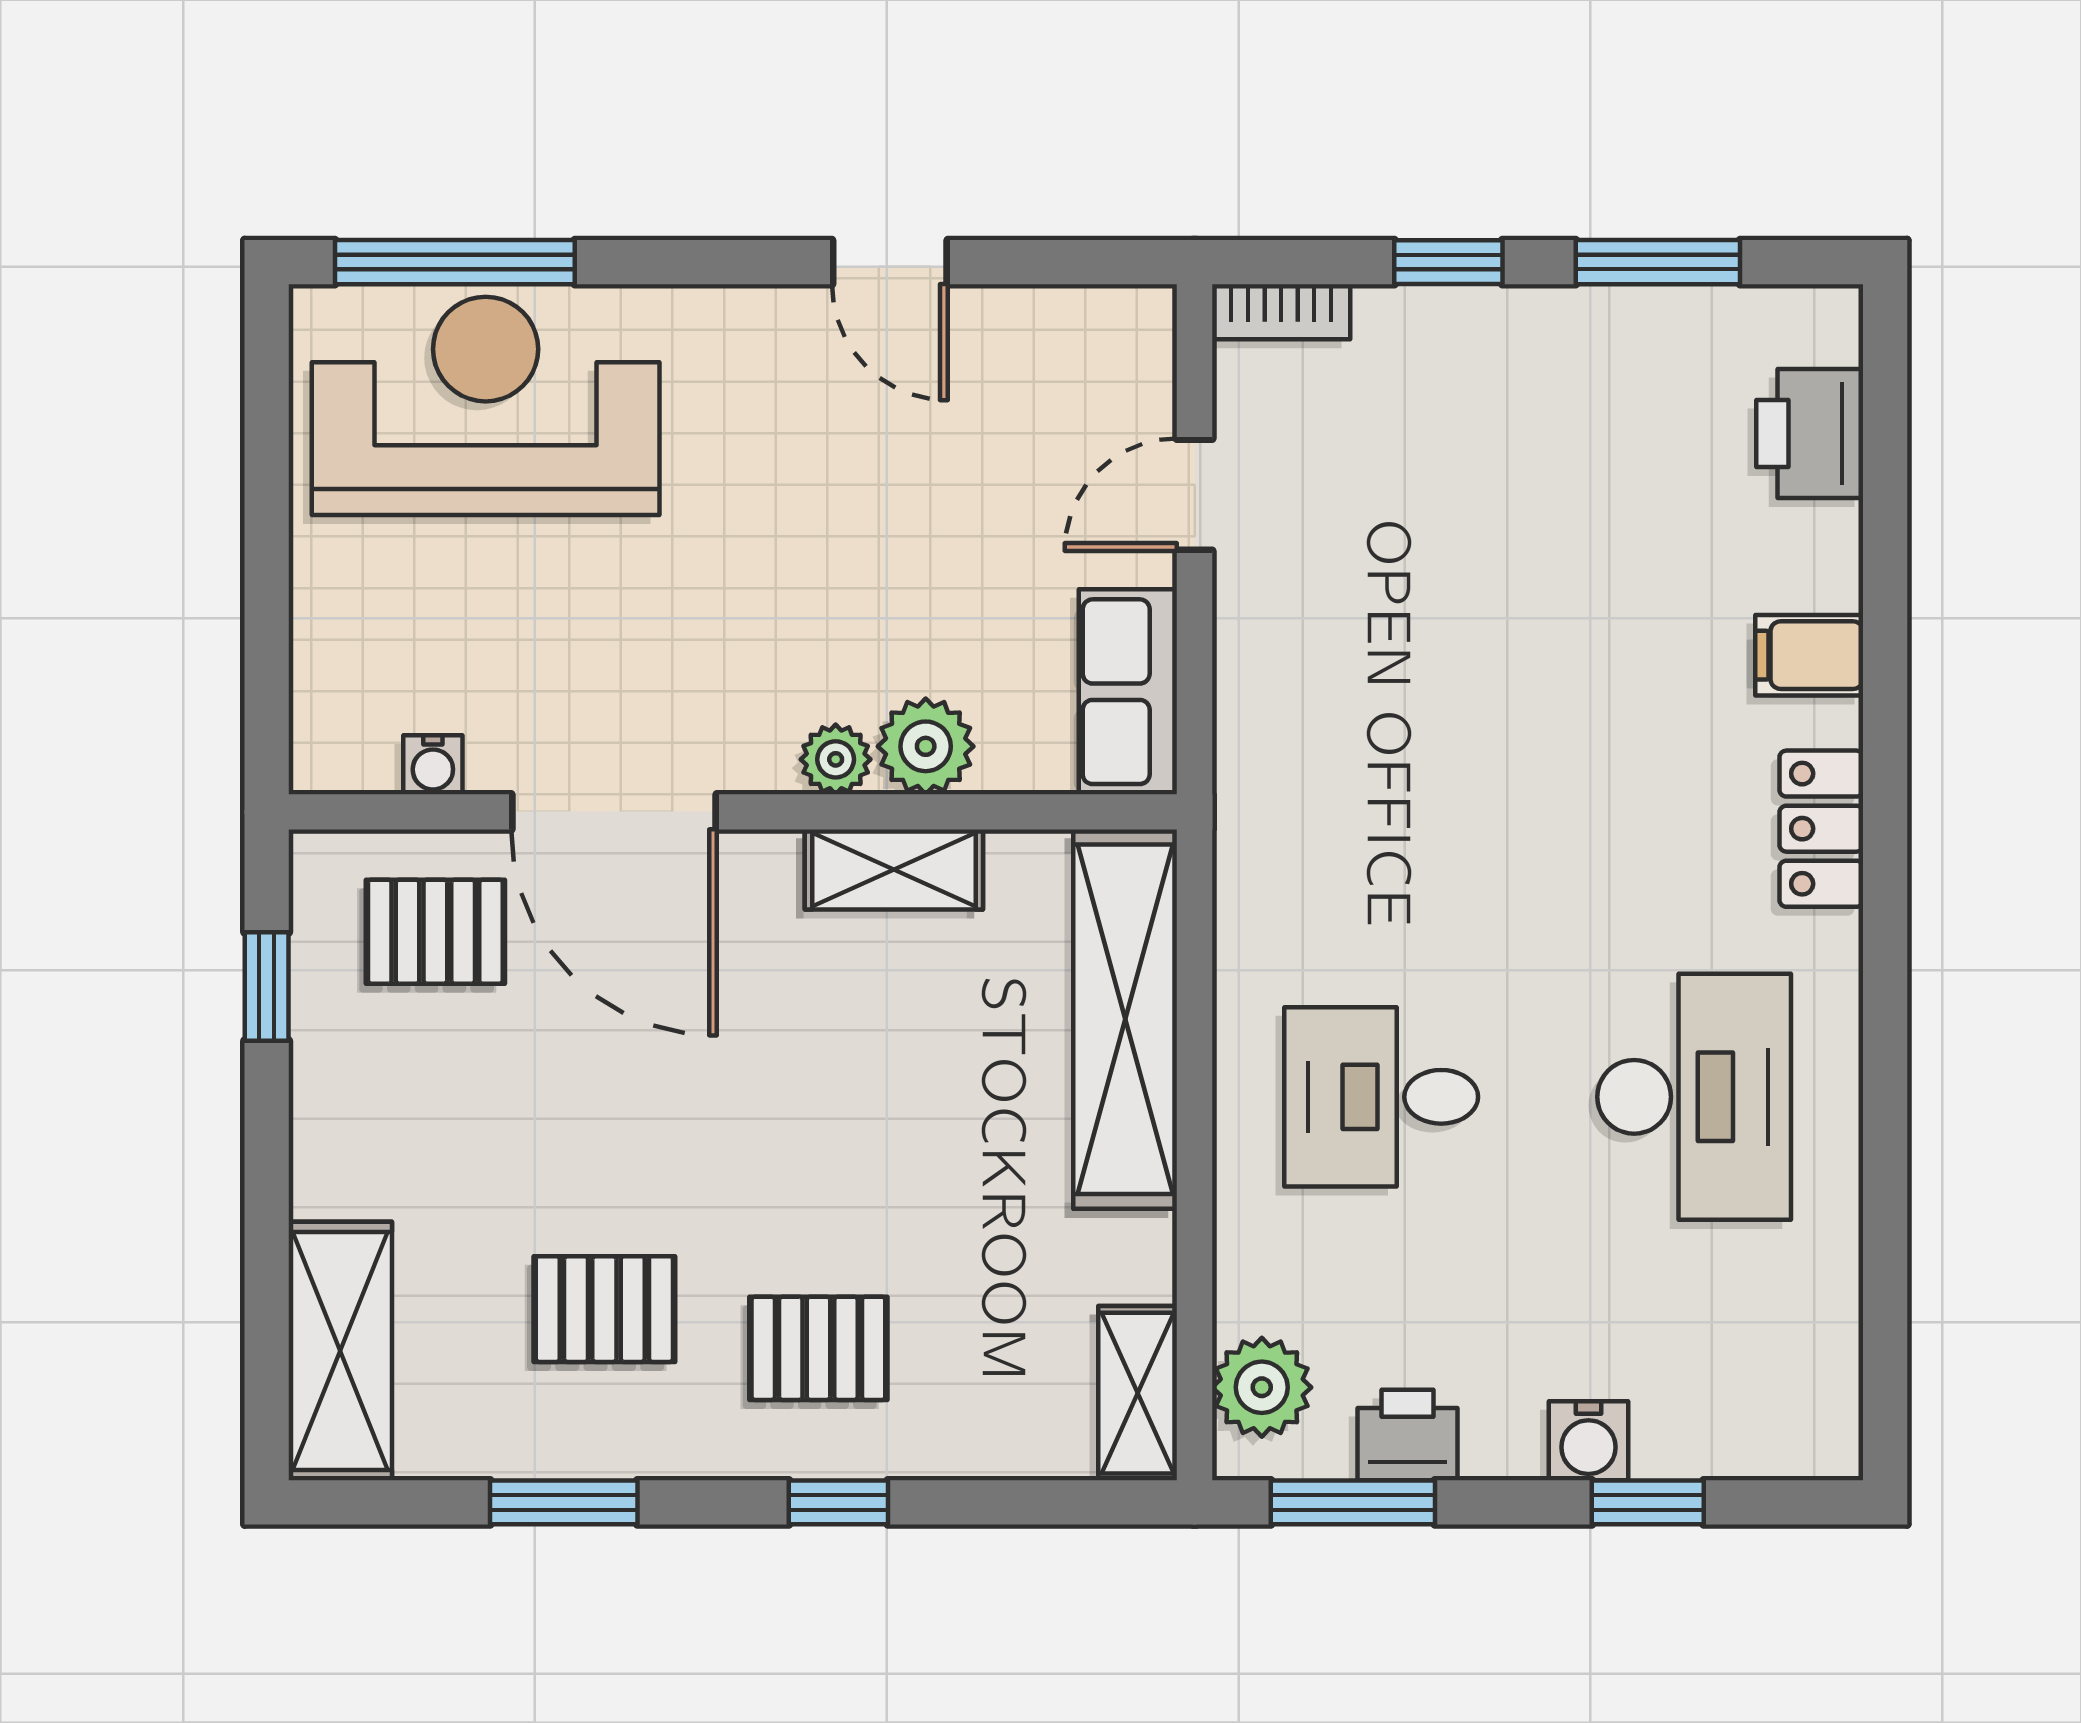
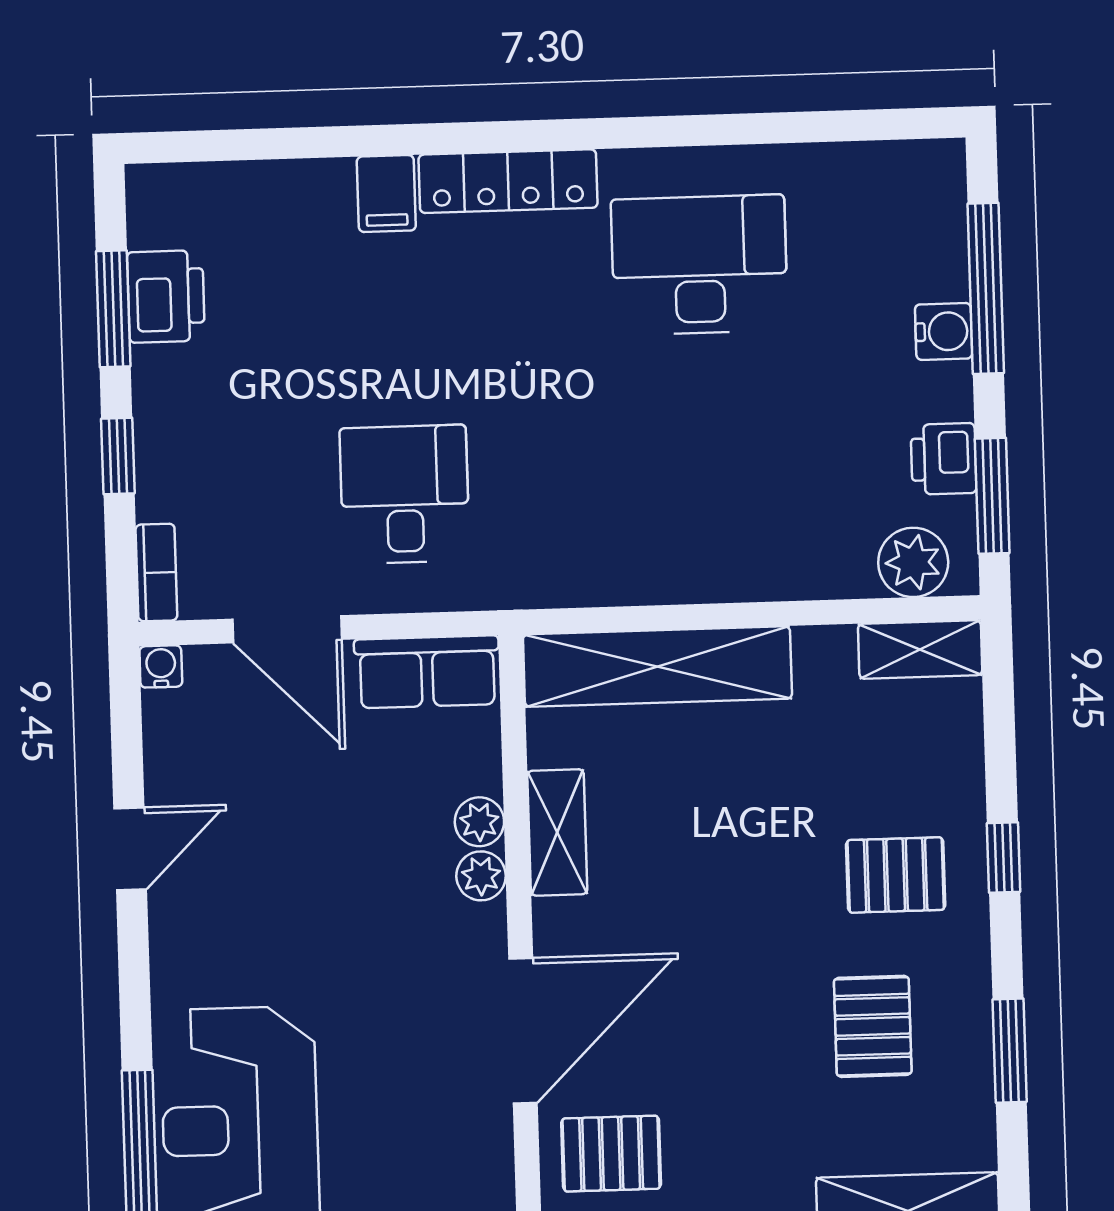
printer: (1810, 433) -> (166, 296), moved, turned -90
door: (1195, 495) -> (287, 629), width x1.38
plant: (926, 746) -> (479, 822), width x0.73, depth x0.73
water cooler: (433, 765) -> (161, 666), moved, turned -90
locker: (1821, 829) -> (508, 181), width x1.53
pallet: (435, 932) -> (611, 1154), turned 90
desk: (1381, 1097) -> (405, 494), moved, turned 180
pallet: (818, 1348) -> (896, 875), turned 90
window: (1648, 1502) -> (986, 288), width x2.17

